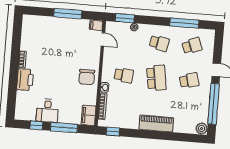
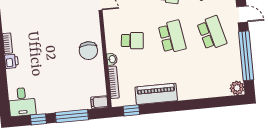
printer: (25, 80) -> (11, 61), width x0.53, depth x0.68
school desk: (189, 81) -> (212, 33), width x1.85
desk: (47, 111) -> (22, 102), moved
filing cabinet: (89, 115) -> (99, 102), width x0.50
piano: (156, 123) -> (156, 94), moved

